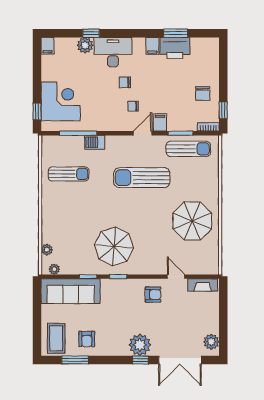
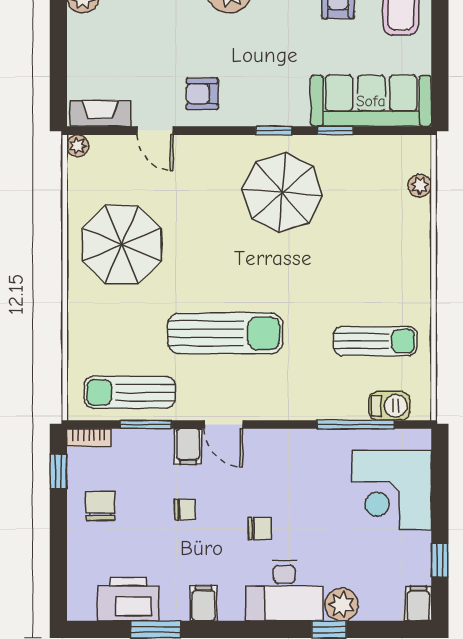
printer: (175, 48) -> (128, 599), moved
chair: (133, 106) -> (185, 510), moved
window: (37, 112) -> (440, 560), moved
door: (143, 133) -> (224, 425), hinge flipped
barbecue: (95, 142) -> (389, 406), moved
sun lounger: (69, 174) -> (375, 341), turned 180
plant: (54, 269) -> (78, 146), moved

